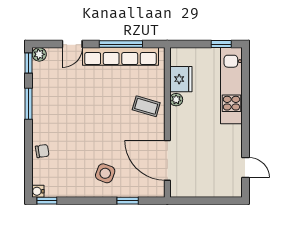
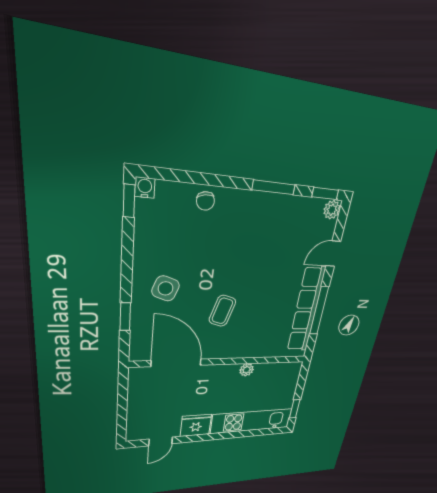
door: (72, 44) -> (333, 254), hinge flipped
fridge: (181, 79) -> (196, 425), moved, turned 180
coffee table: (146, 106) -> (222, 311), moved
door: (167, 160) -> (176, 363), hinge flipped

